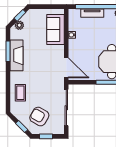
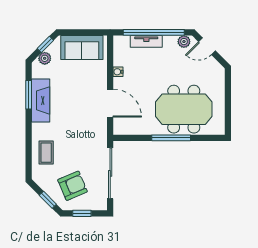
sofa: (55, 30) -> (82, 47), moved, turned -90
door: (66, 68) -> (110, 103), moved
armchair: (39, 117) -> (73, 186), turned 127

